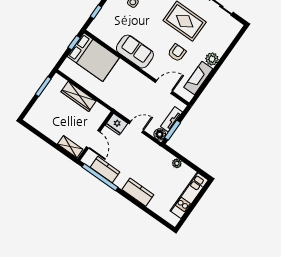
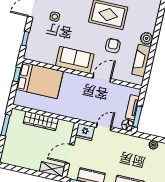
door: (164, 87) -> (102, 78), moved
door: (93, 139) -> (70, 154), swing flipped

